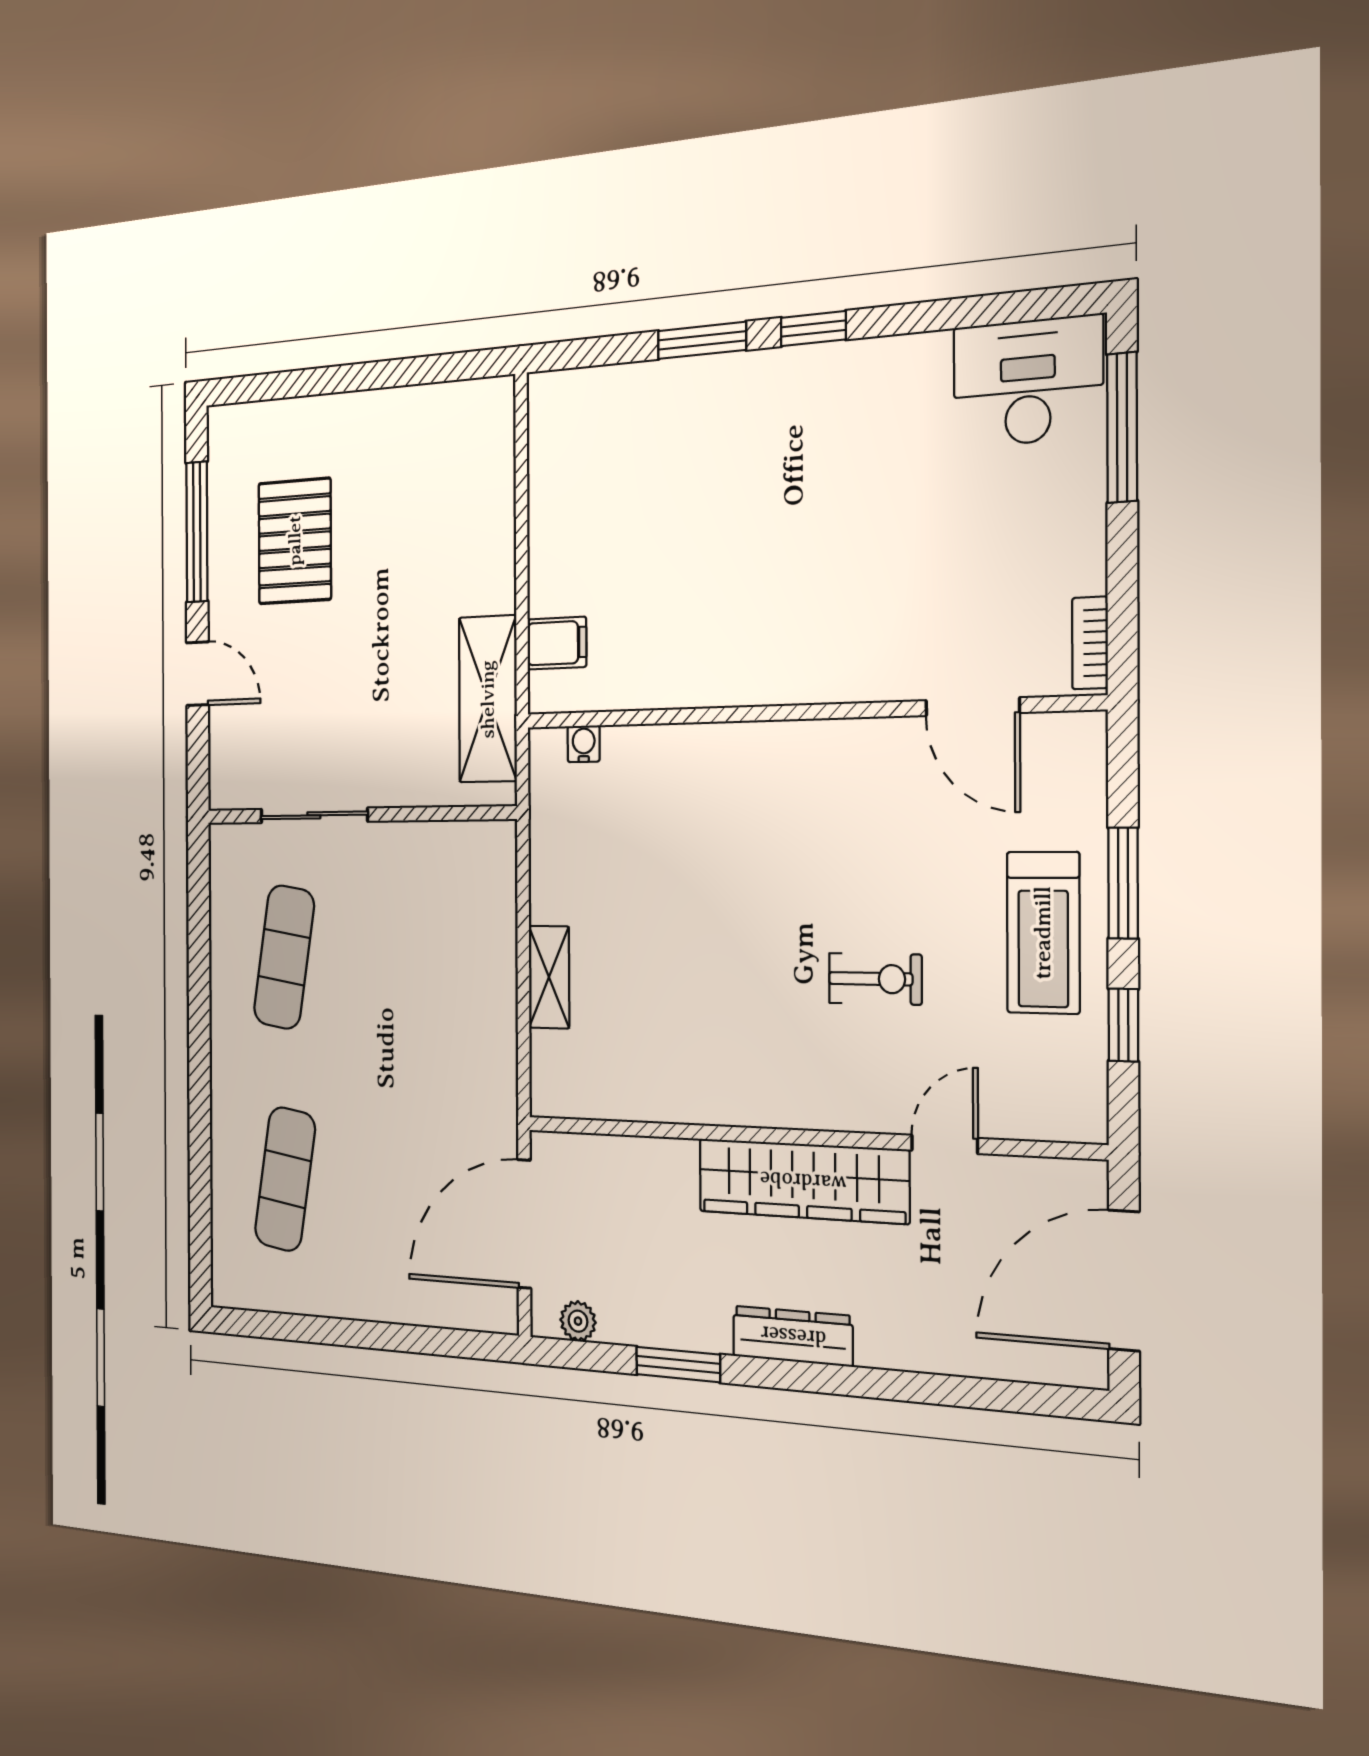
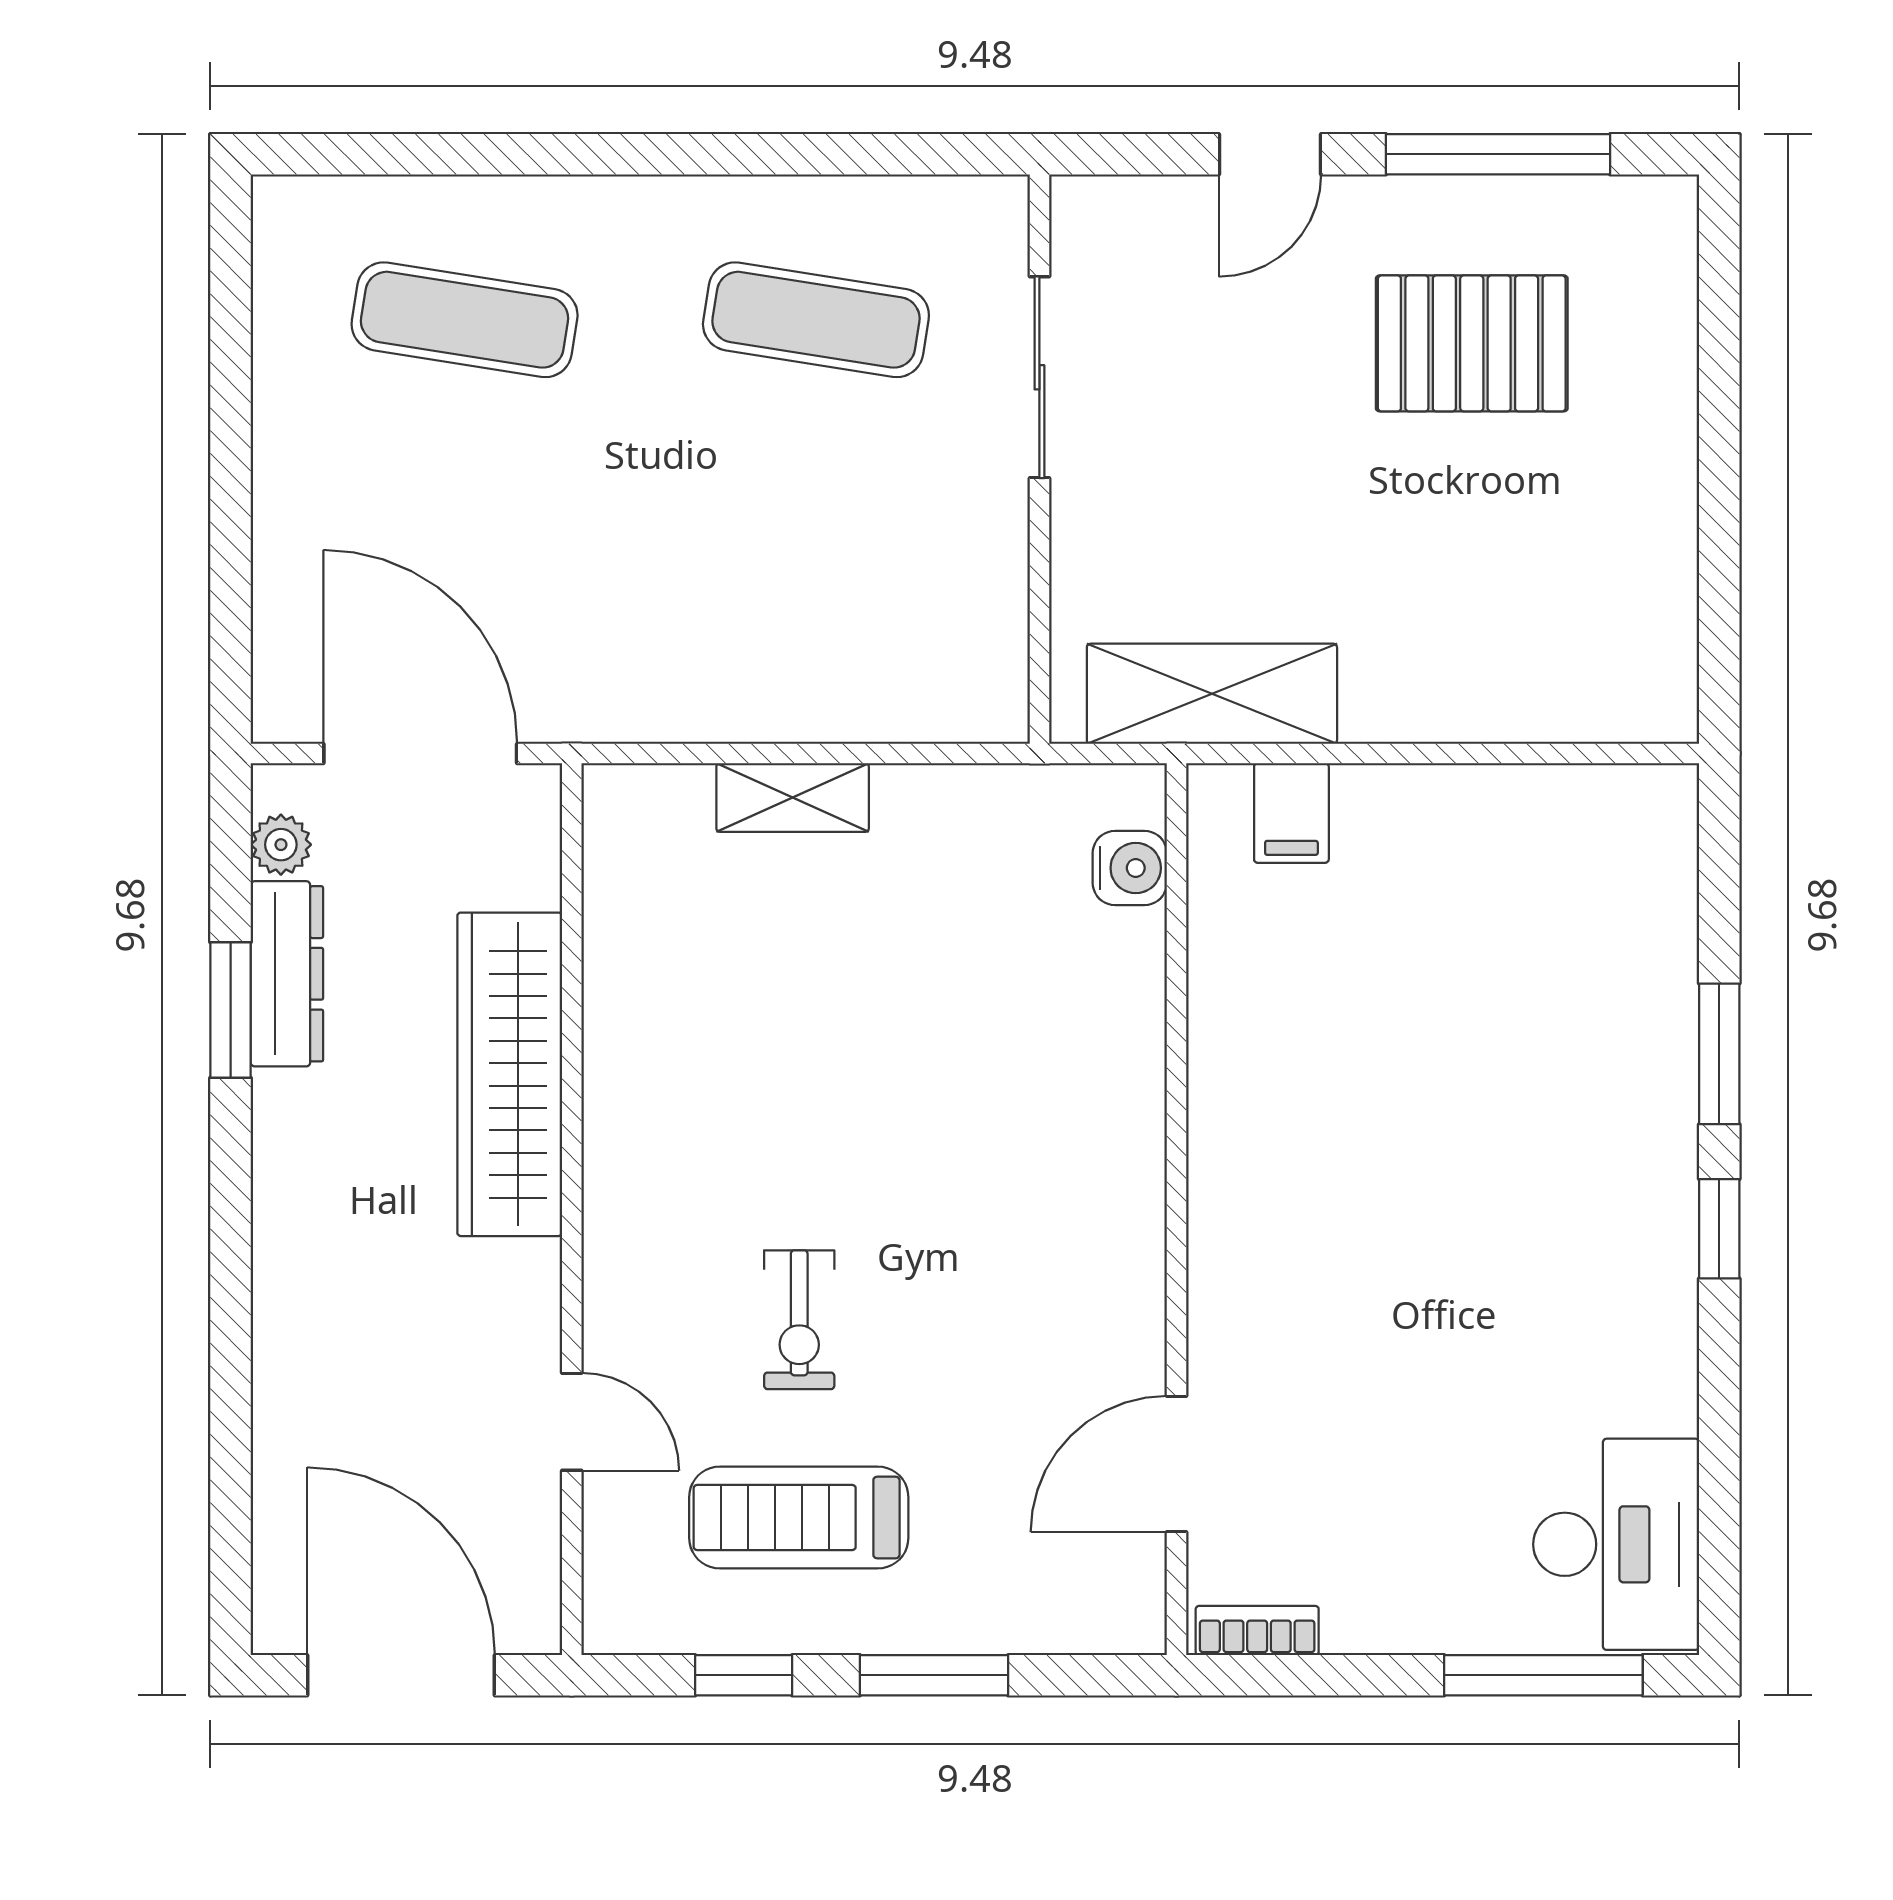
water cooler: (584, 744) -> (1130, 868), width x1.38, depth x1.38
treadmill: (1043, 933) -> (799, 1518), moved
wardrobe: (803, 1181) -> (510, 1074), moved
dresser: (793, 1336) -> (287, 974), moved

